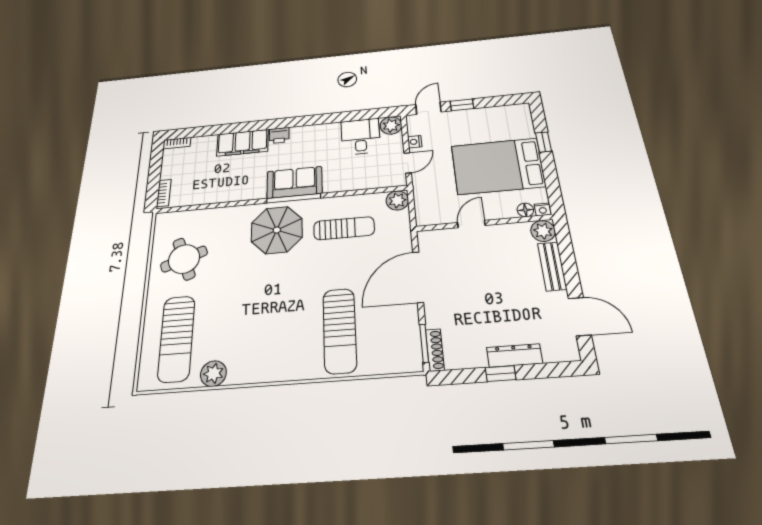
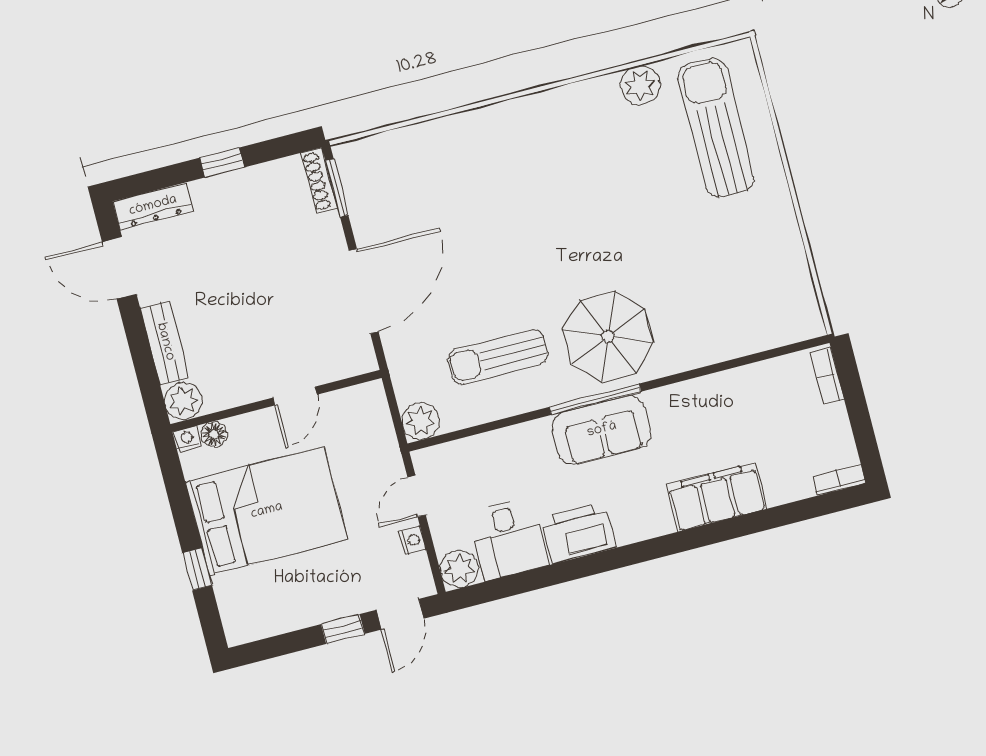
printer: (279, 135) -> (578, 533), moved, width x1.87, depth x1.48
round table: (184, 259) -> (749, 260), removed
sun lounger: (340, 330) -> (466, 185), removed
dresser: (514, 355) -> (153, 206), moved

